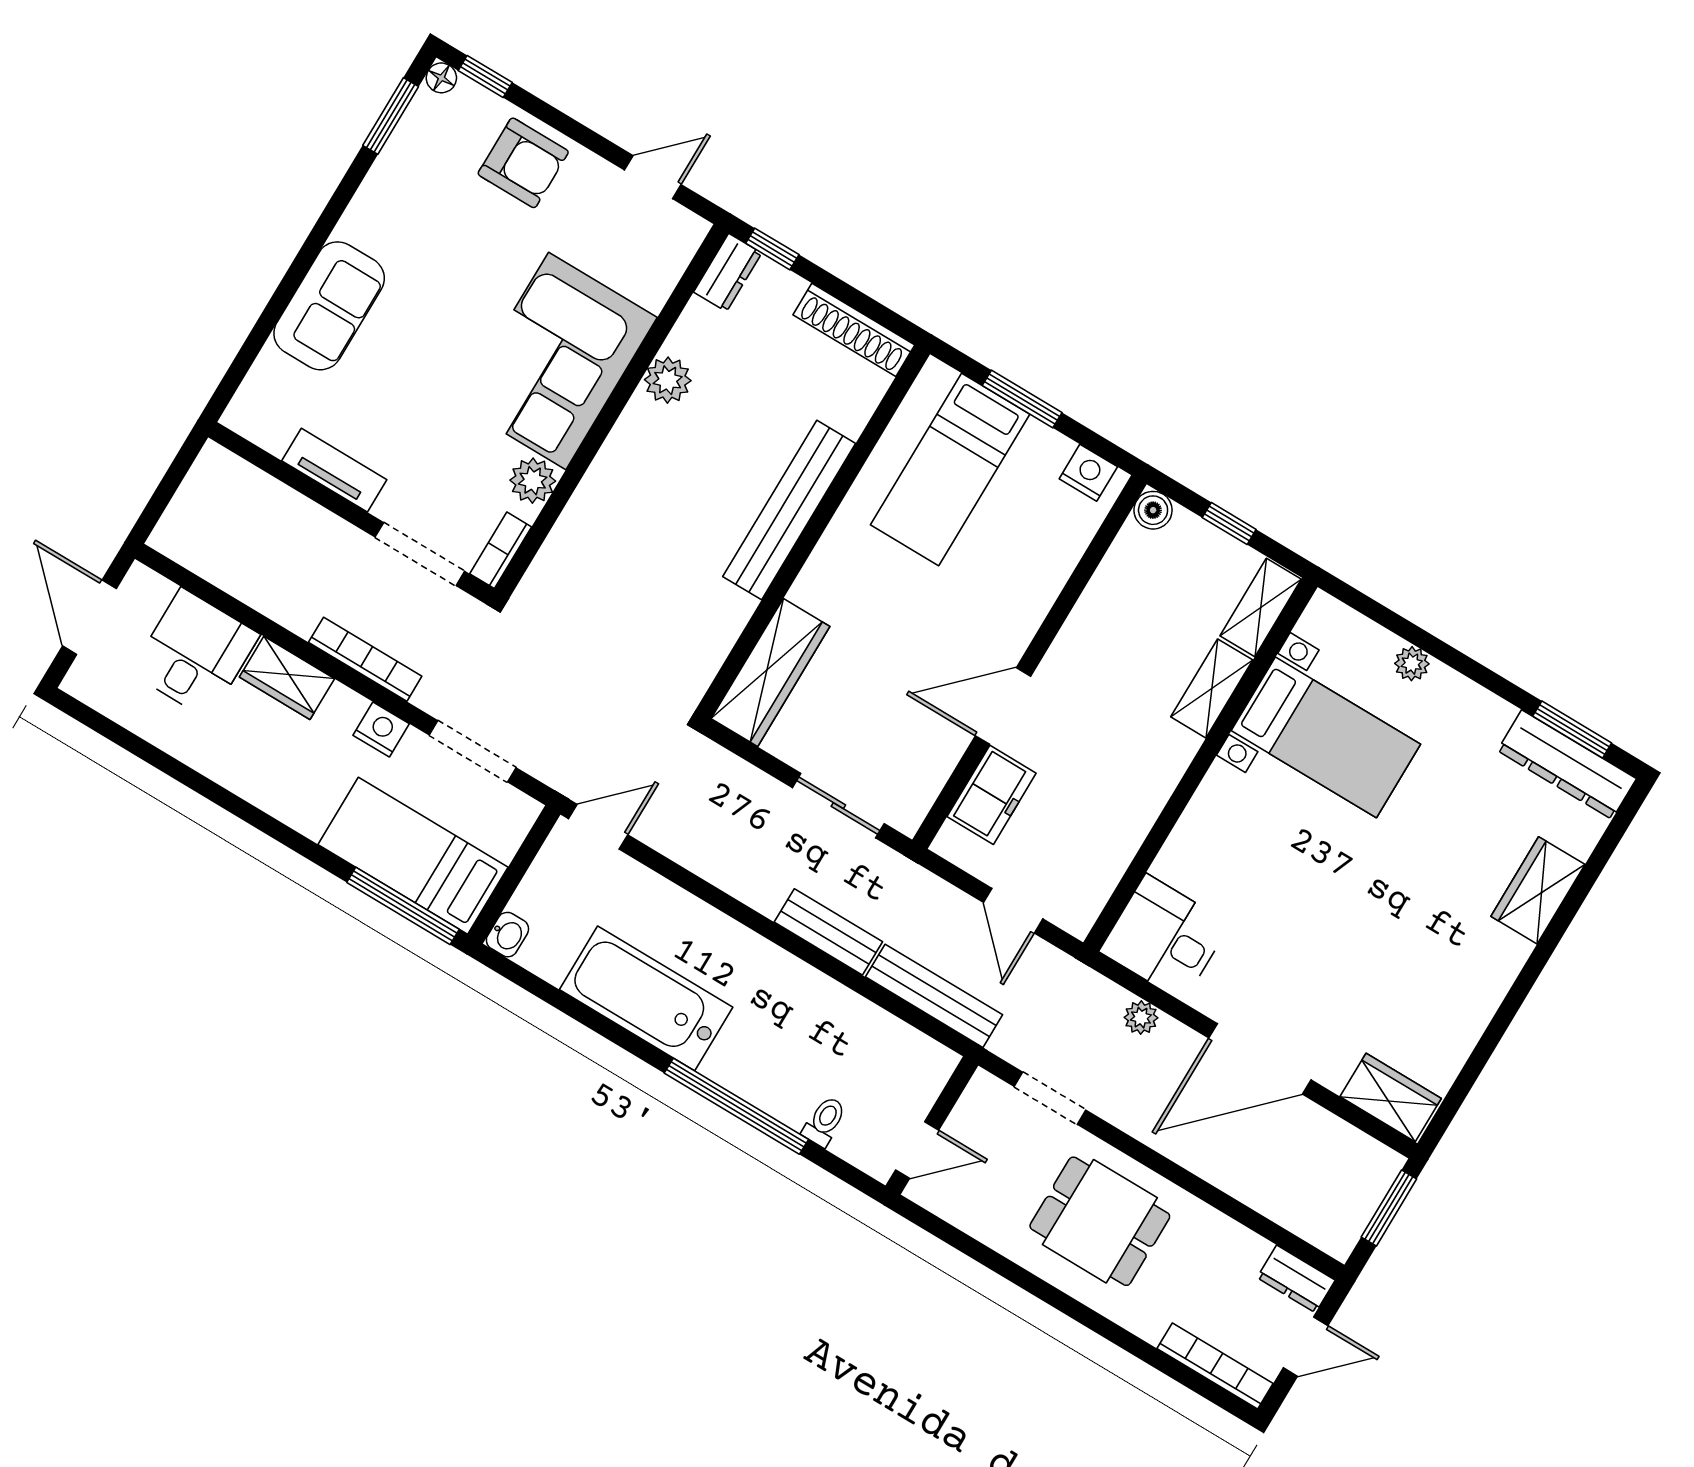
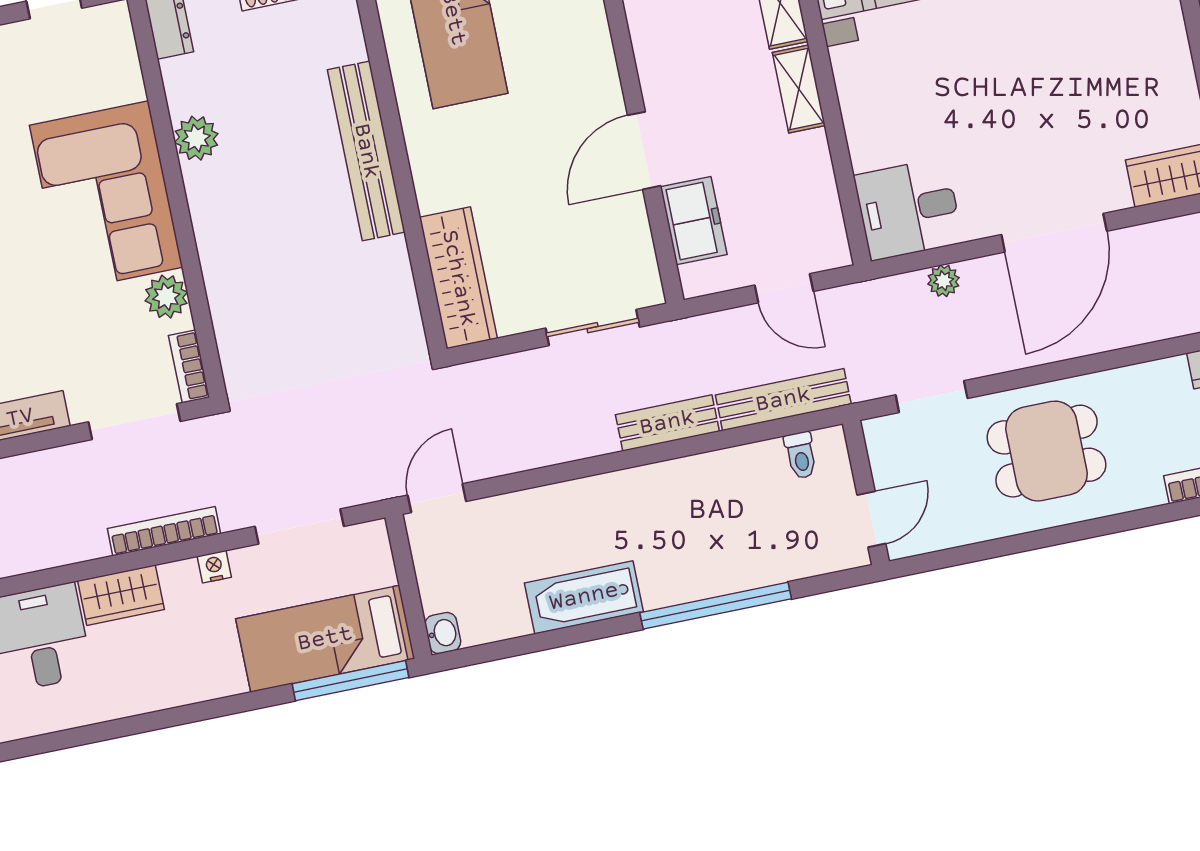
nightstand: (381, 730) -> (214, 567), width x0.72, depth x0.74
shelving: (1165, 768) -> (799, 89), added
bathtub: (646, 998) -> (584, 597), width x0.73, depth x0.73
toilet: (825, 1121) -> (801, 455), moved, turned 180

